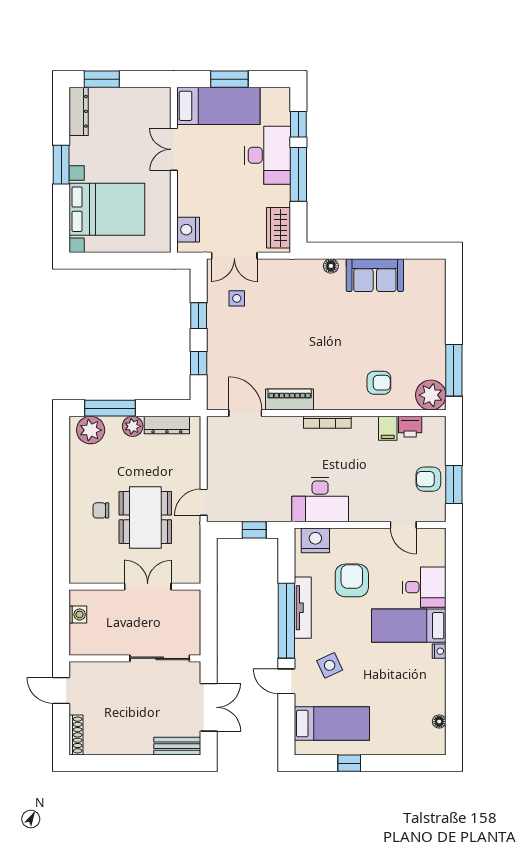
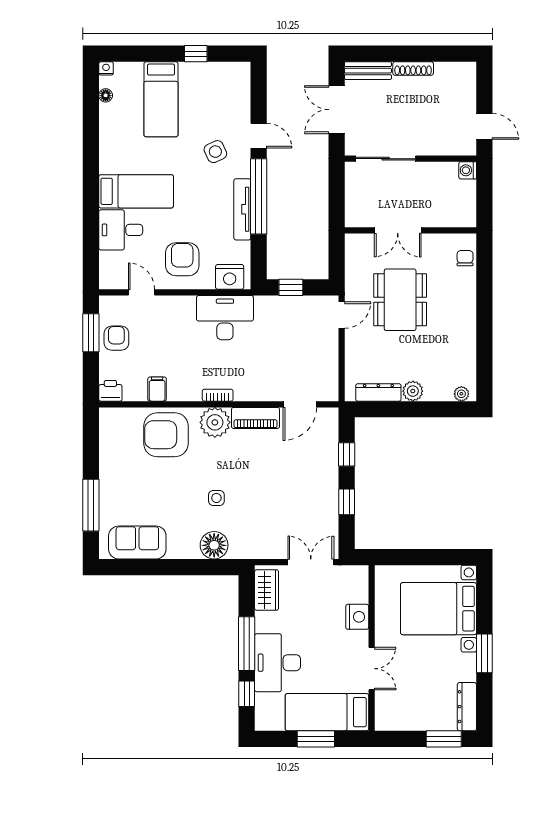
nightstand: (188, 230) -> (357, 617), moved
floor lamp: (331, 266) -> (214, 545), width x1.89, depth x1.89
sofa: (375, 275) -> (137, 543), moved
side table: (237, 298) -> (216, 498), moved
window: (454, 370) -> (91, 505), moved
armchair: (379, 383) -> (166, 435), width x1.88, depth x1.88
plant: (431, 395) -> (215, 422), moved
window: (110, 408) -> (435, 409), removed
door: (245, 413) -> (300, 404), hinge flipped
bookcase: (327, 422) -> (218, 395), width x0.64
printer: (410, 427) -> (110, 391), moved
plant: (91, 430) -> (461, 394), width x0.53, depth x0.53
armchair: (428, 479) -> (116, 338), turned -90
chair: (101, 510) -> (465, 258), moved, turned -90
armchair: (352, 580) -> (182, 259), moved, turned 180
washing machine: (78, 614) -> (468, 170), moved
nightstand: (439, 651) -> (106, 68), moved, turned 90
bed: (332, 724) -> (161, 99), moved, turned -90
shoe rack: (76, 735) -> (413, 69), moved, turned -90

